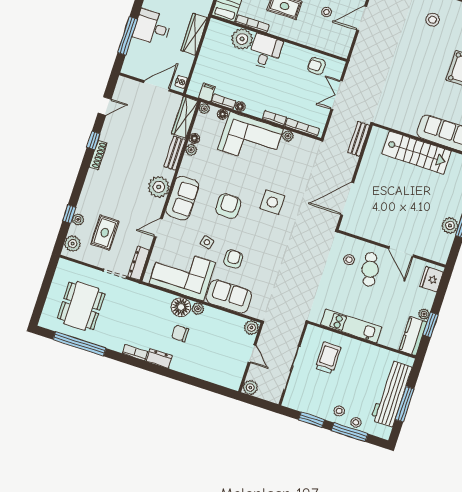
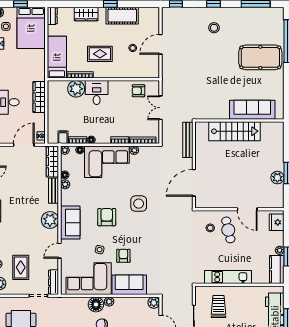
bench: (359, 139) -> (188, 140), width x1.36

